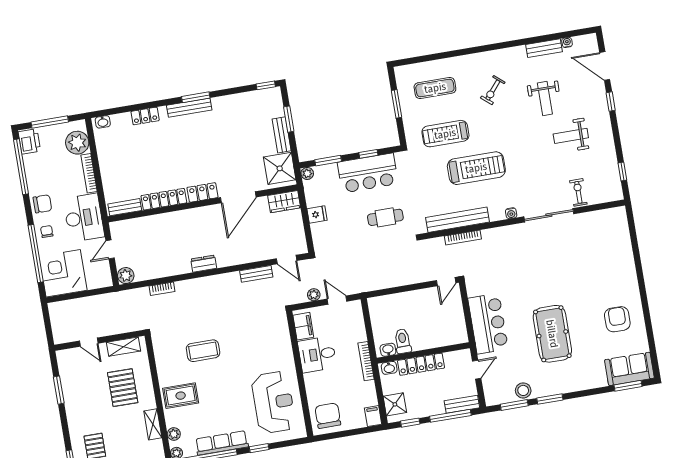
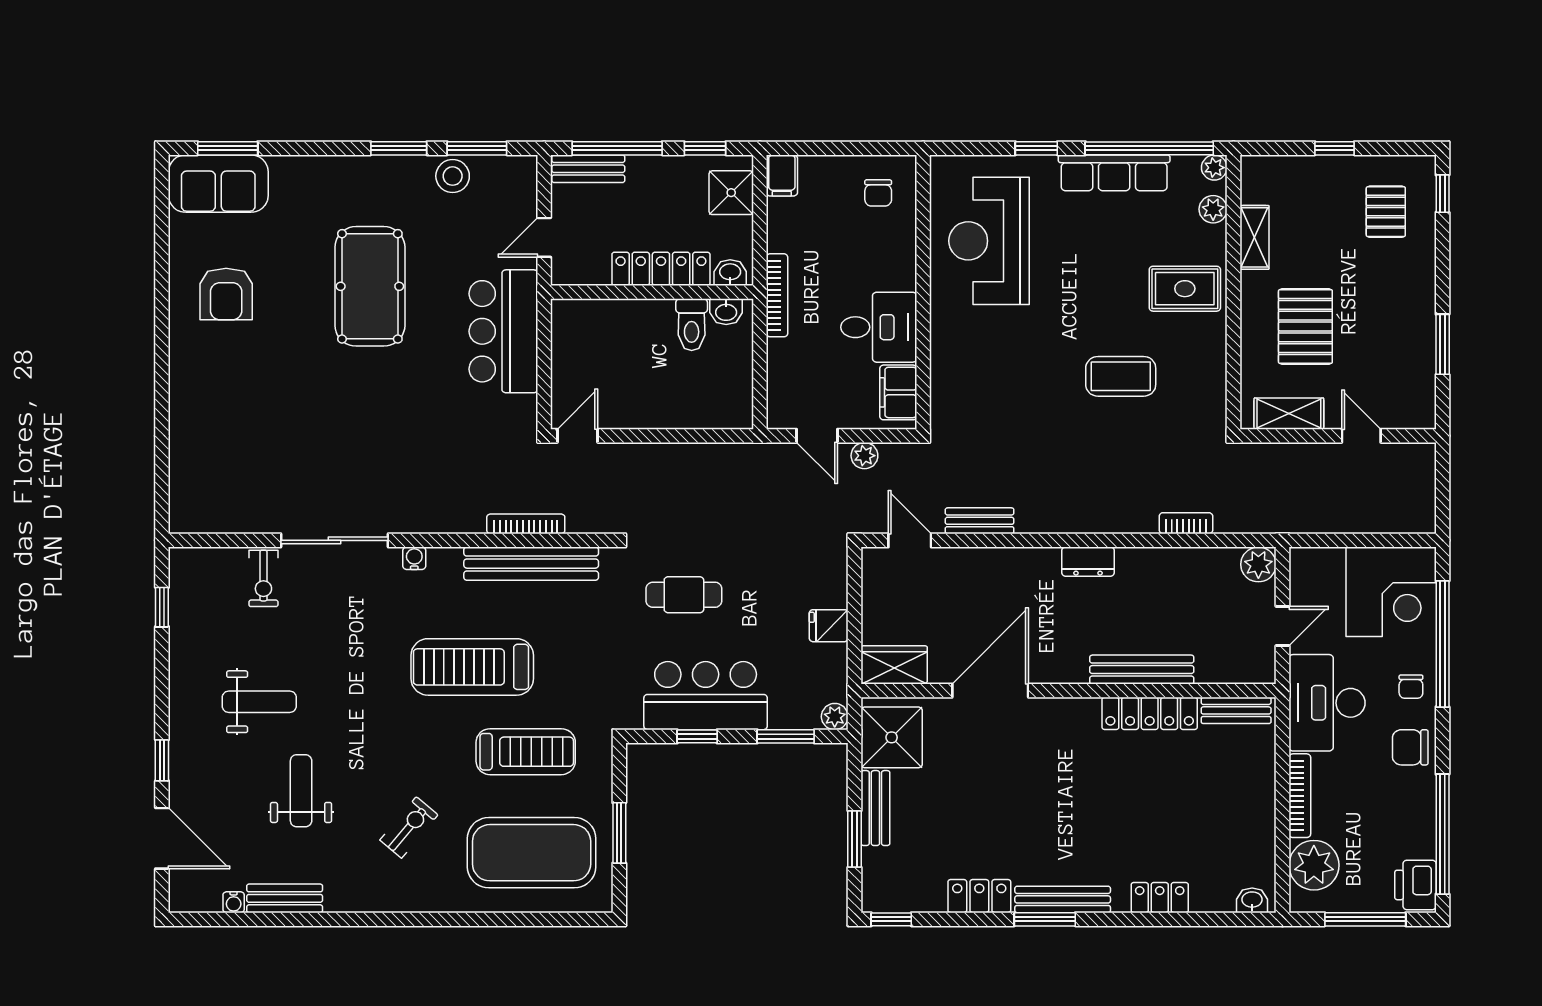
exercise mat: (435, 88) -> (532, 853), width x2.00, depth x1.45
locker: (202, 192) -> (979, 896), moved, turned 180
bench: (171, 219) -> (1142, 670), added
chair: (328, 416) -> (878, 193), width x0.54, depth x0.54

